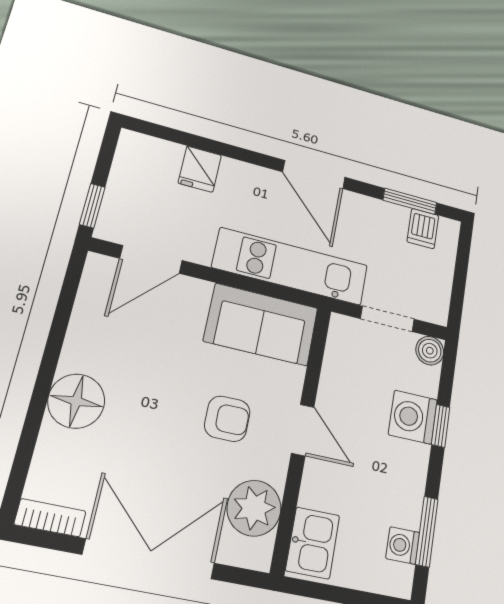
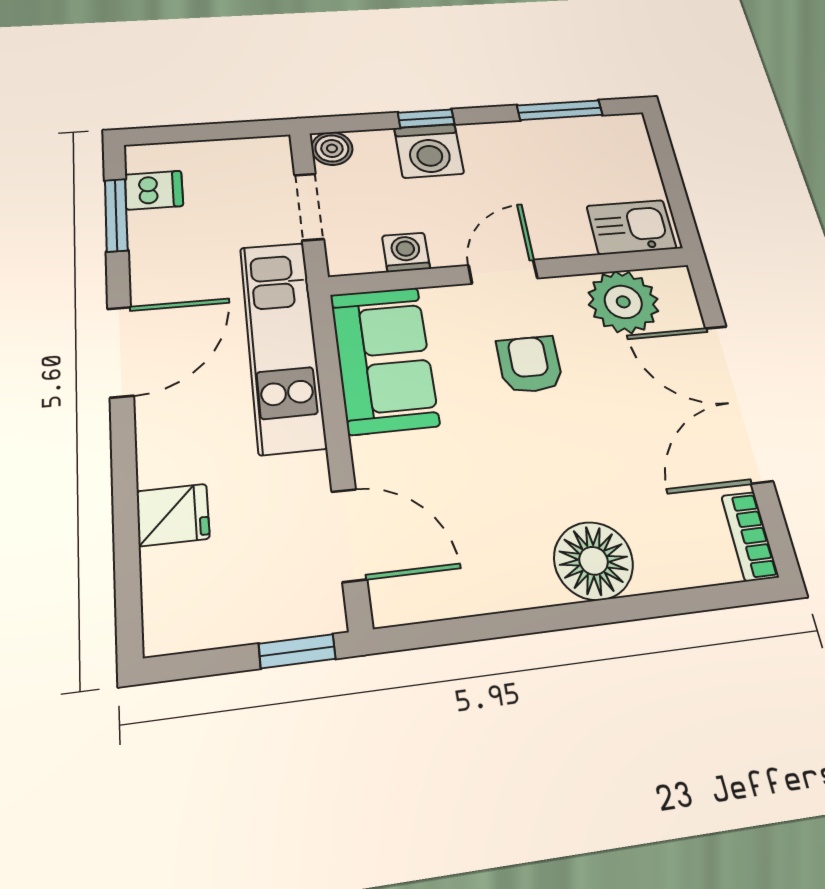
washing machine: (403, 545) -> (406, 252), moved, turned 180

